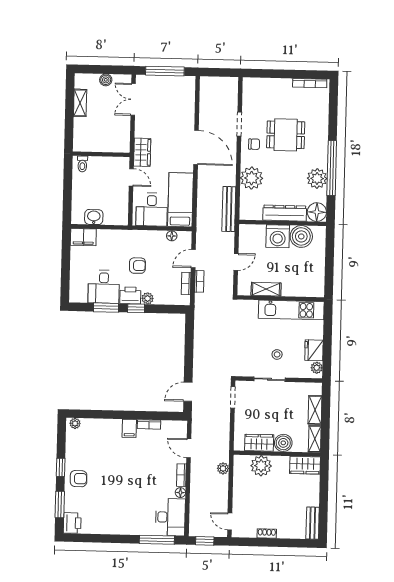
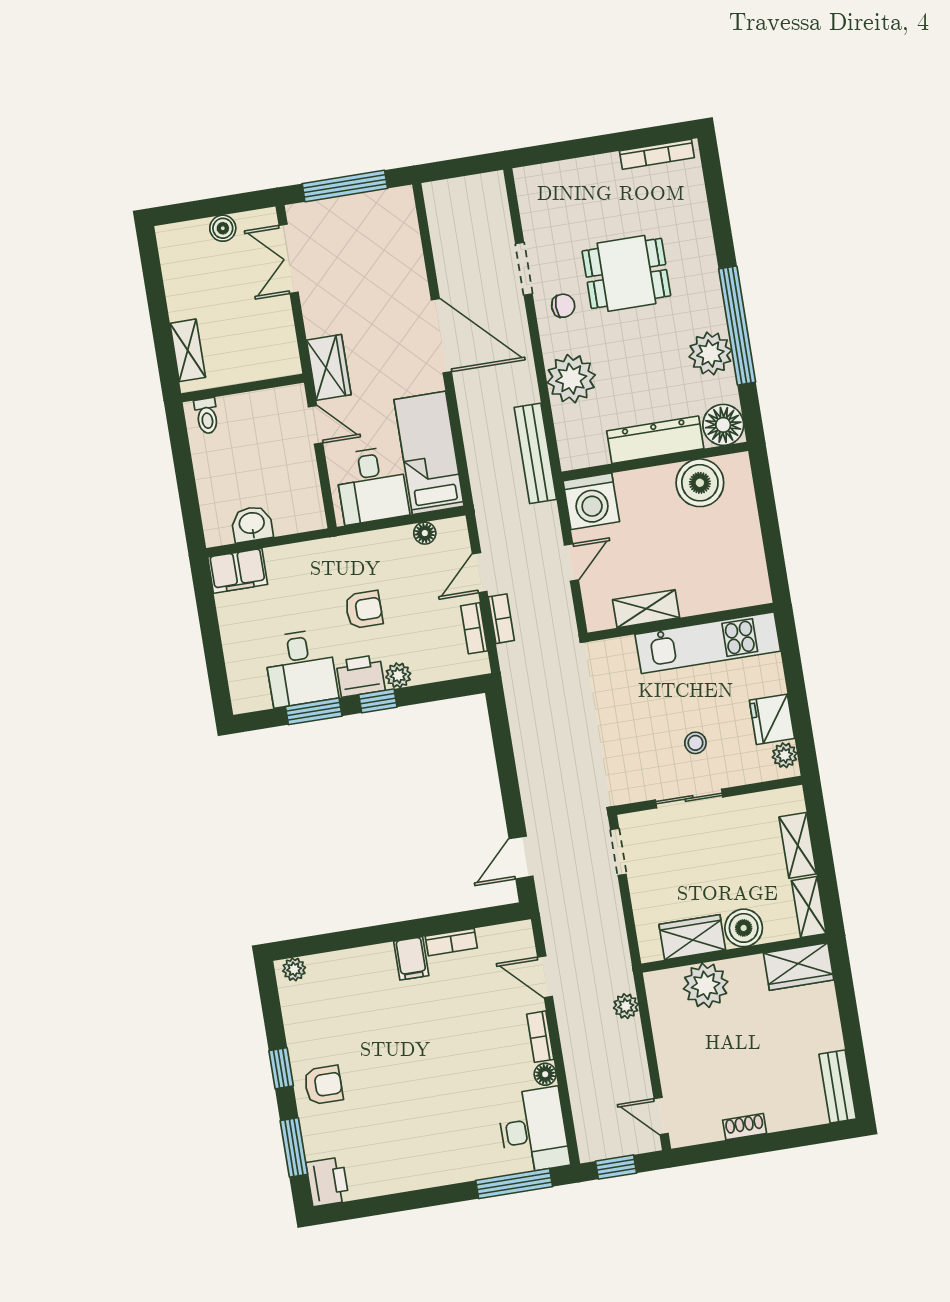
shelving: (80, 103) -> (188, 350), moved
washing machine: (278, 236) -> (591, 501), moved

